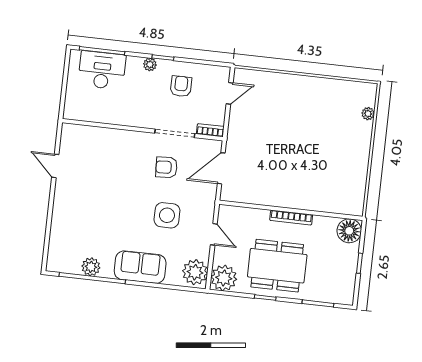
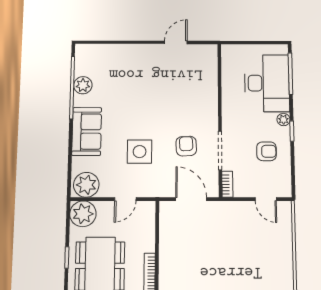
desk: (102, 70) -> (267, 83), width x1.36, depth x1.30

